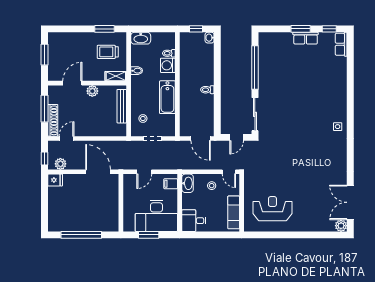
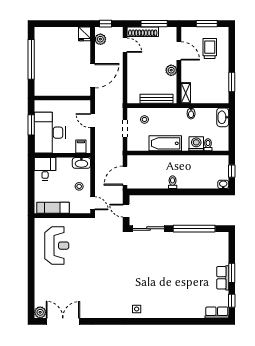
trolley: (108, 52) -> (210, 48), moved
door: (229, 172) -> (93, 203), swing flipped

